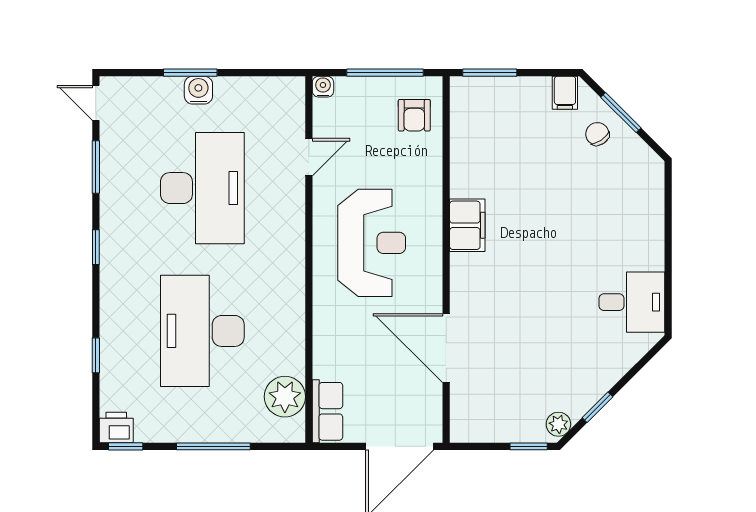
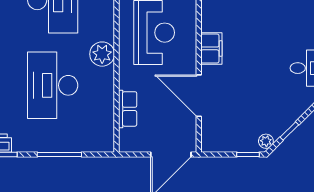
filing cabinet: (467, 225) -> (211, 48), moved
plant: (285, 397) -> (102, 54), moved
row of seats: (328, 411) -> (128, 109), moved

